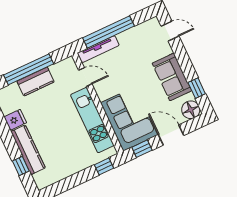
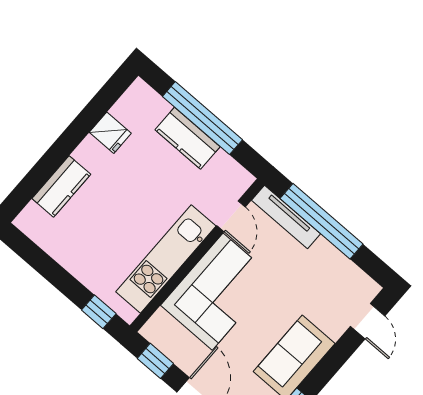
corner sofa: (129, 119) -> (218, 292), moved
kitchen counter: (28, 150) -> (61, 186), width x0.67
window: (21, 166) -> (39, 175), removed

